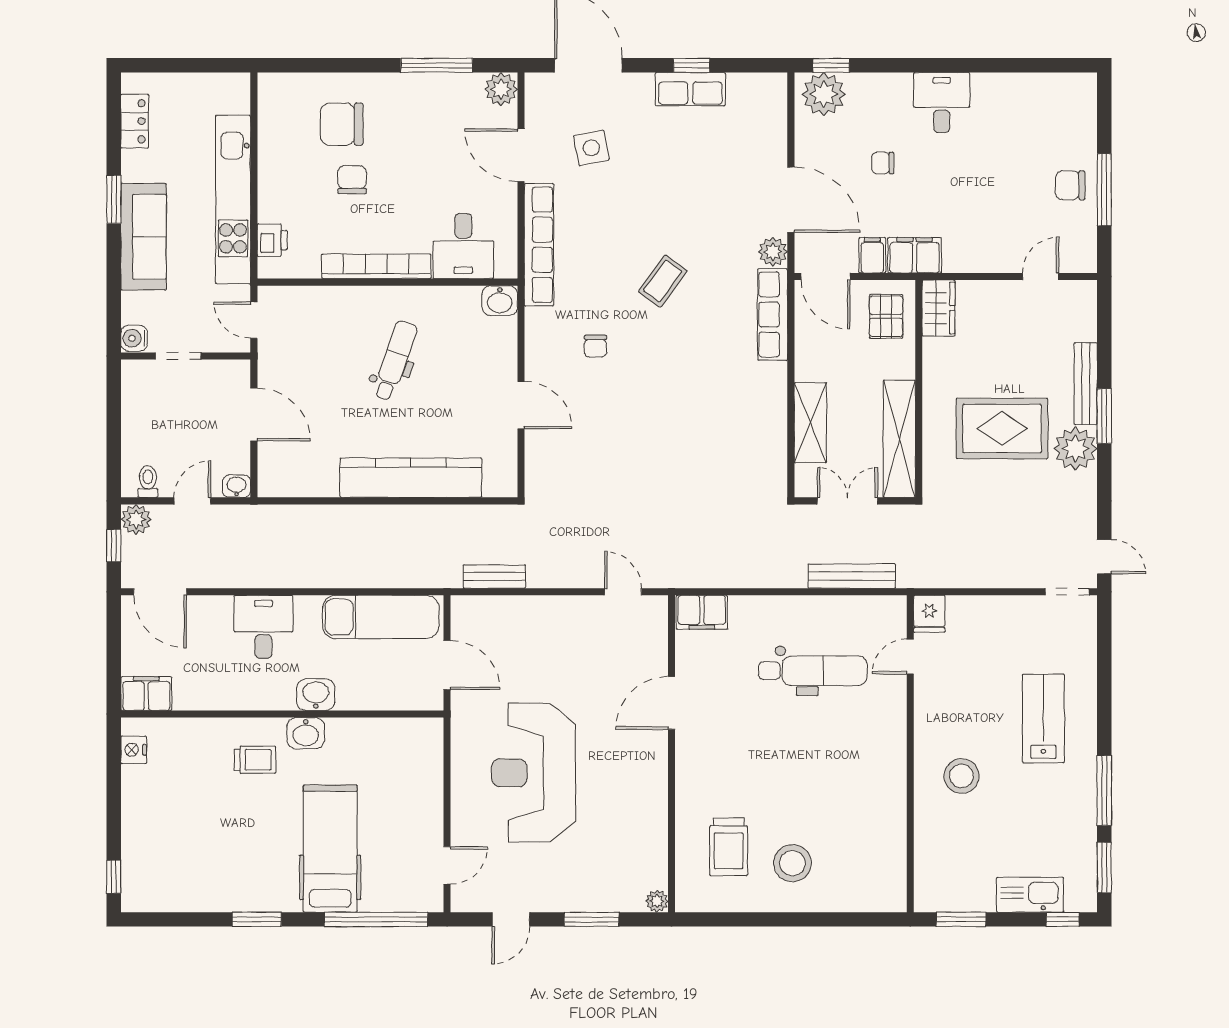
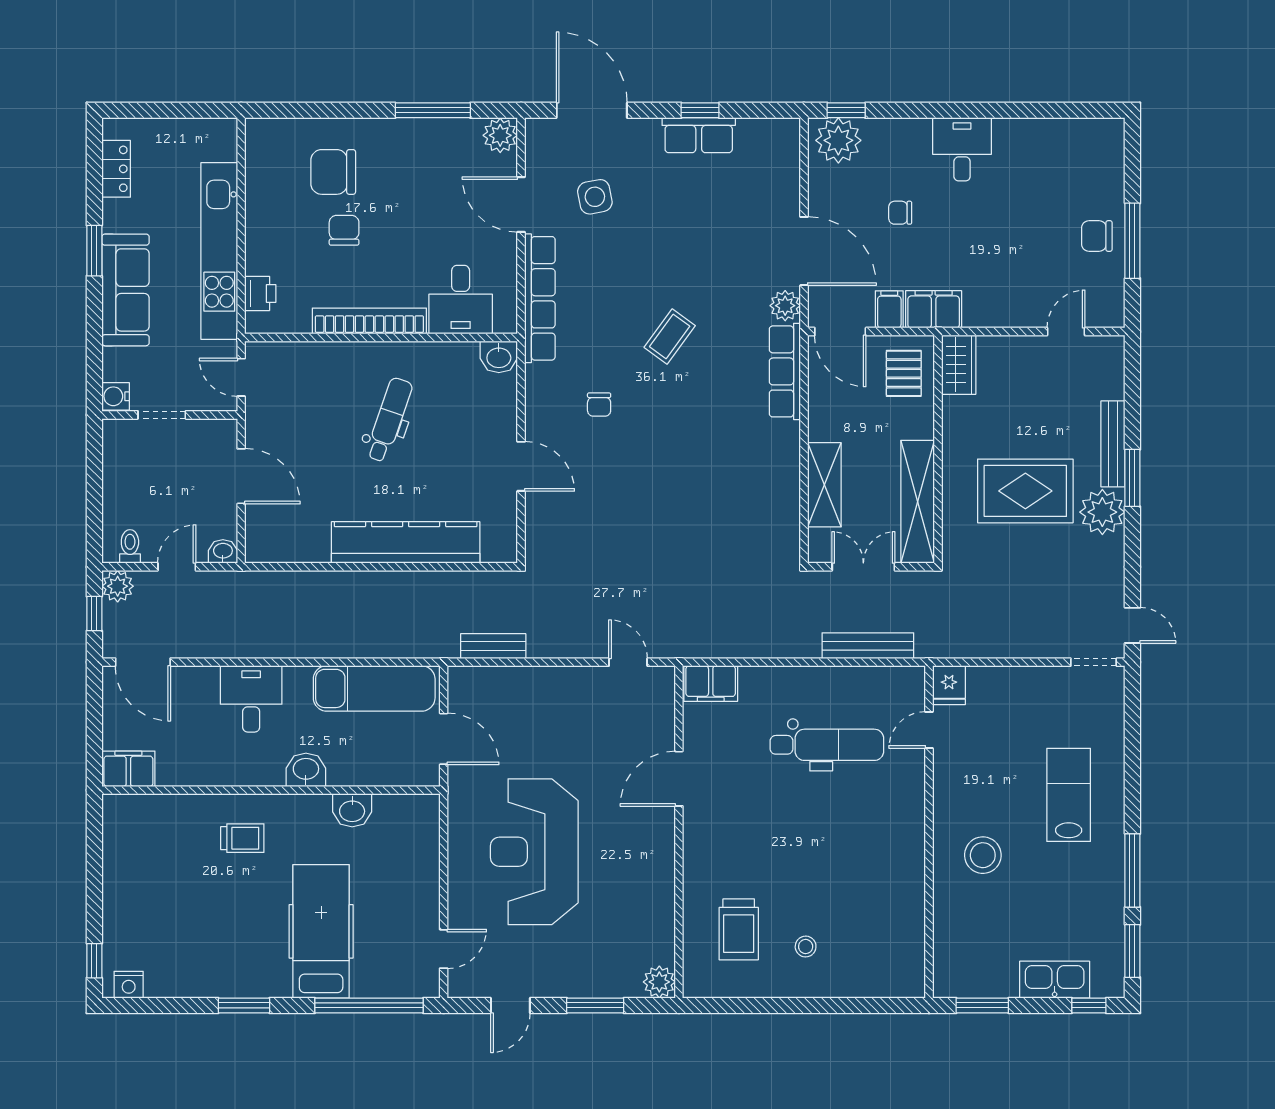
washbasin: (306, 733) -> (352, 810), moved
nightstand: (134, 750) -> (129, 985), moved, turned -90
stool: (792, 863) -> (806, 947), width x0.53, depth x0.53
plant: (657, 901) -> (659, 982), width x1.38, depth x1.38

